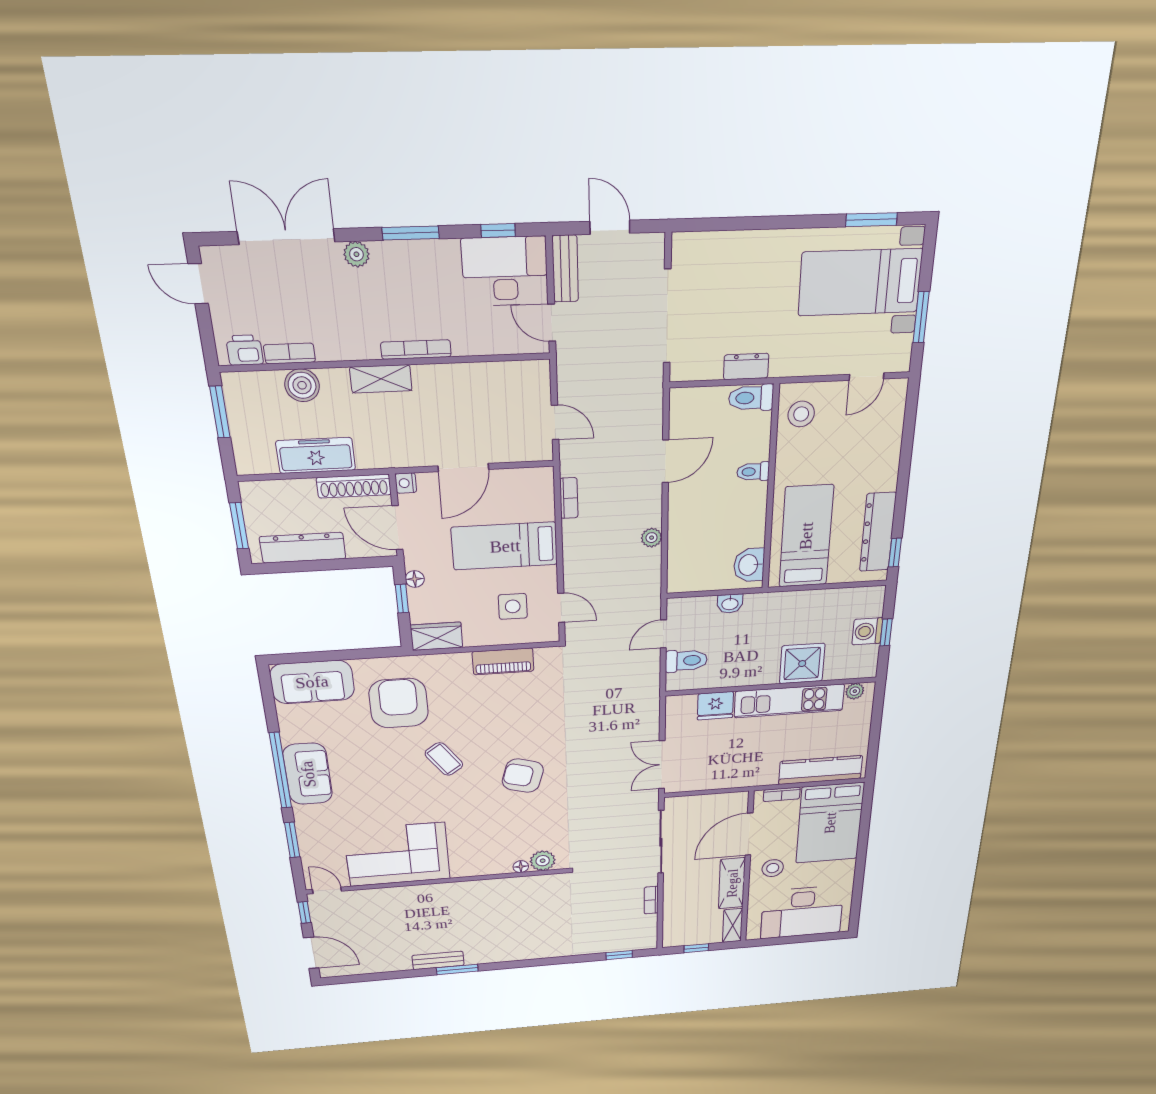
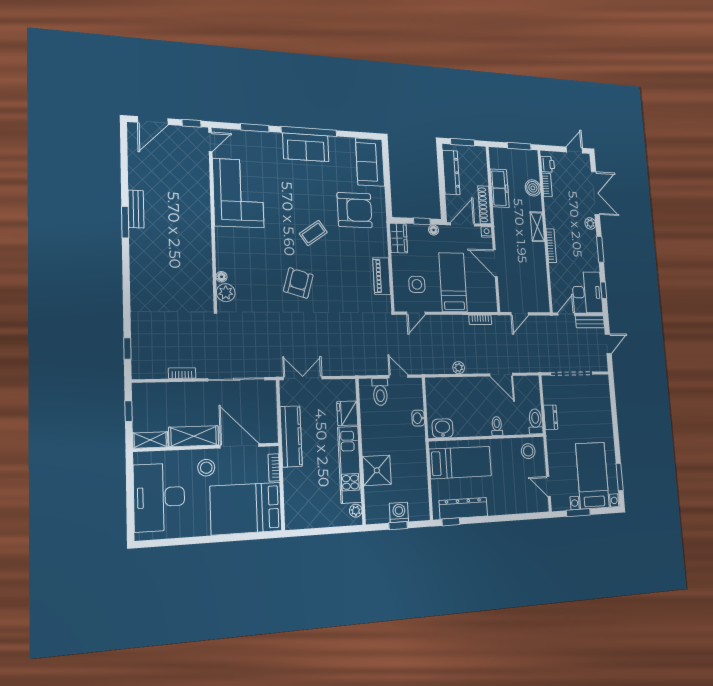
kitchen counter: (821, 770) -> (291, 436), moved

